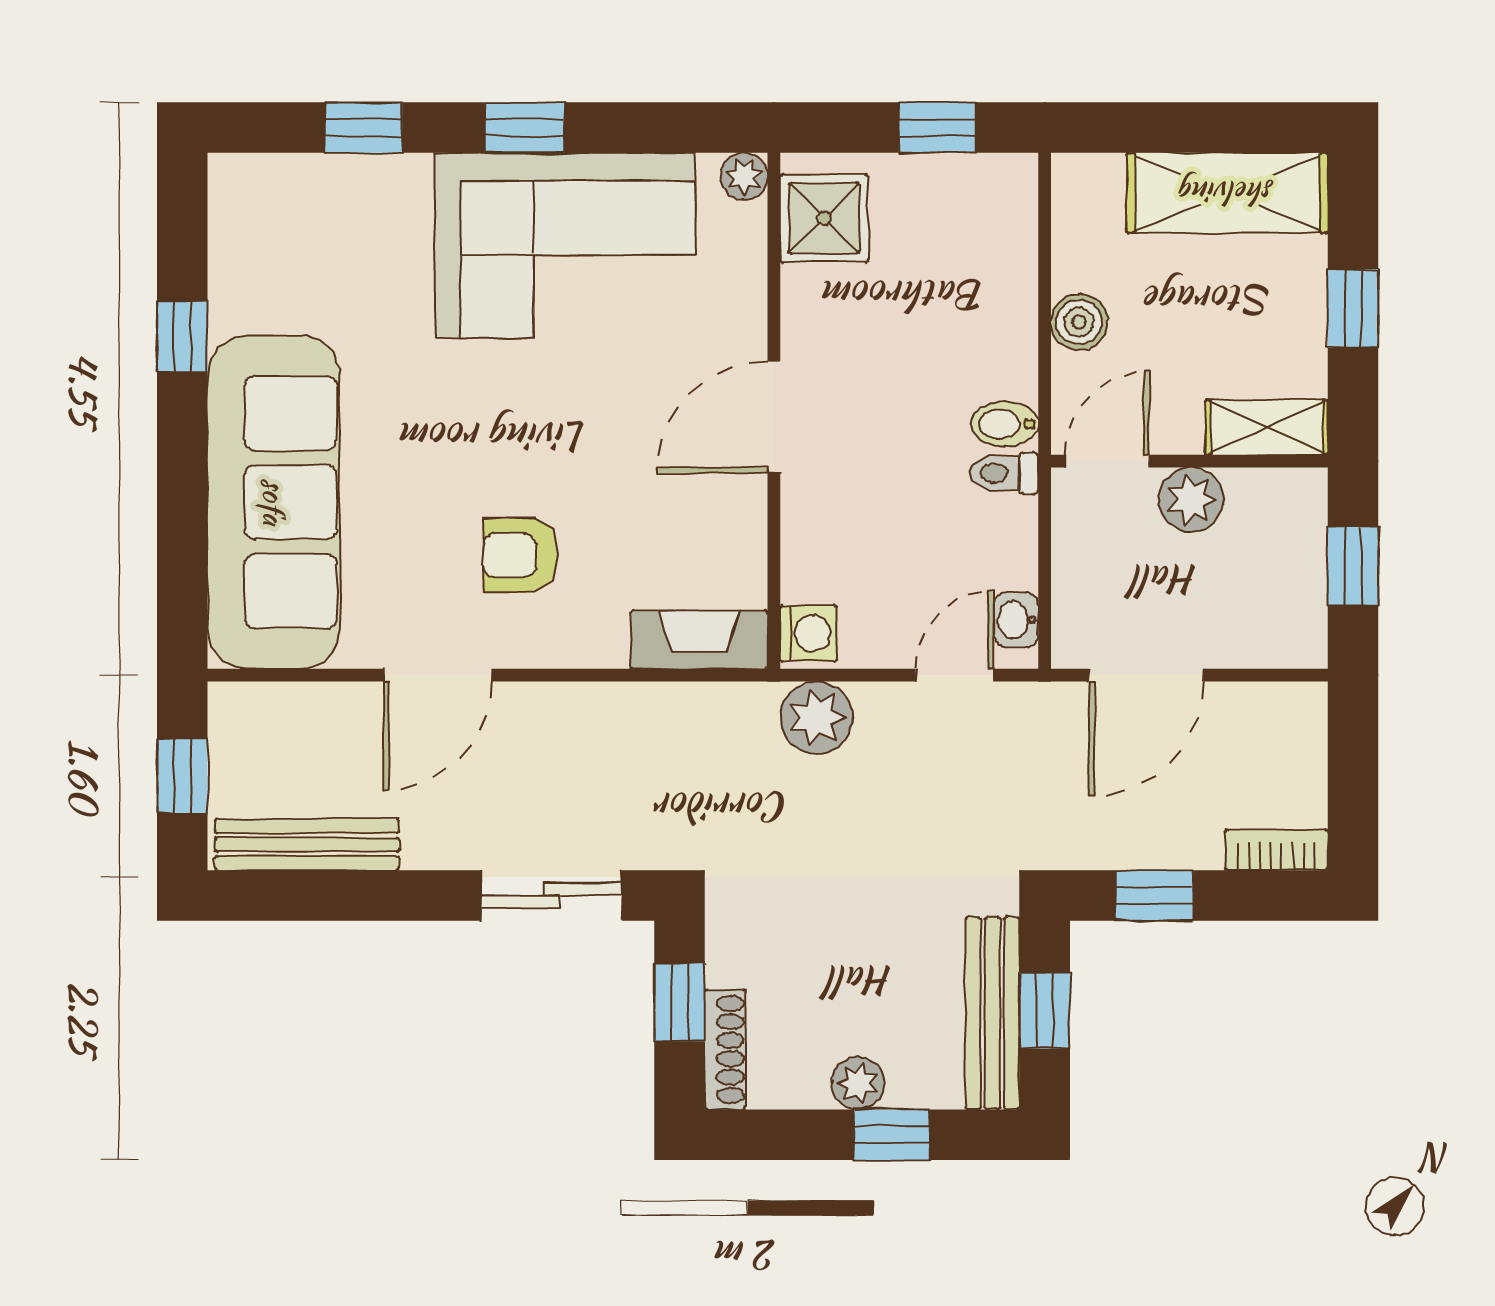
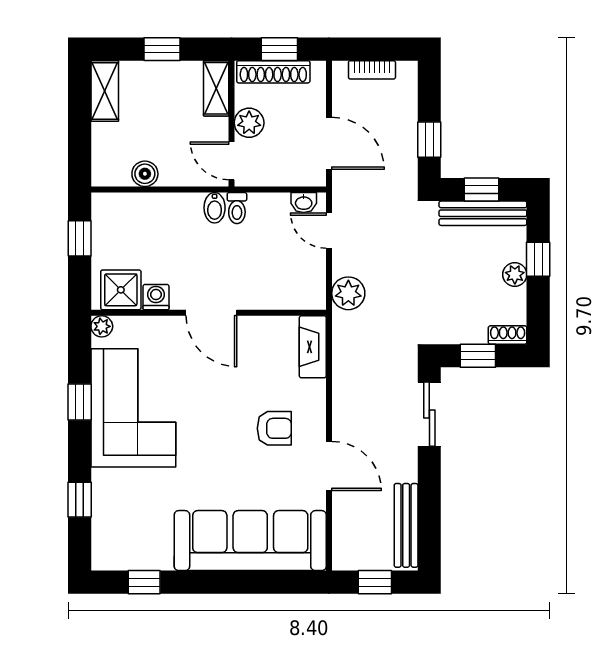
window: (525, 128) -> (80, 402), moved
shelving: (1227, 193) -> (105, 91), width x0.67, depth x0.75
boiler: (1079, 322) -> (145, 174), moved
window: (182, 337) -> (144, 582), moved
shoe rack: (1303, 553) -> (273, 72), added
armchair: (520, 555) -> (274, 428), turned -90
washing machine: (808, 633) -> (156, 297), moved
bookcase: (1277, 850) -> (372, 70), moved, turned -90
shoe rack: (725, 1049) -> (508, 335), width x0.70

